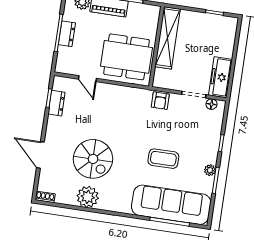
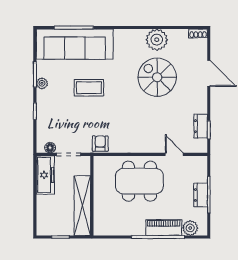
shelving: (168, 38) -> (82, 206), moved
wall: (156, 46) -> (92, 196), moved

